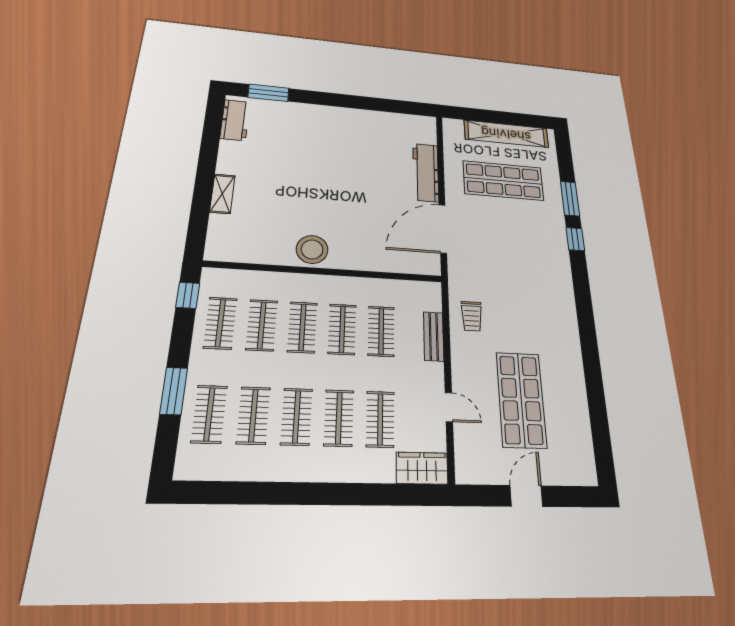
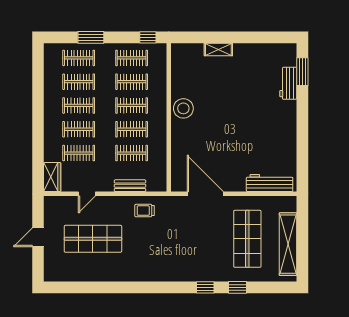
workbench: (235, 120) -> (288, 83), moved, turned 90
workbench: (426, 172) -> (270, 183), moved
window: (570, 199) -> (237, 287), width x0.67
door: (526, 496) -> (38, 237), swing flipped

